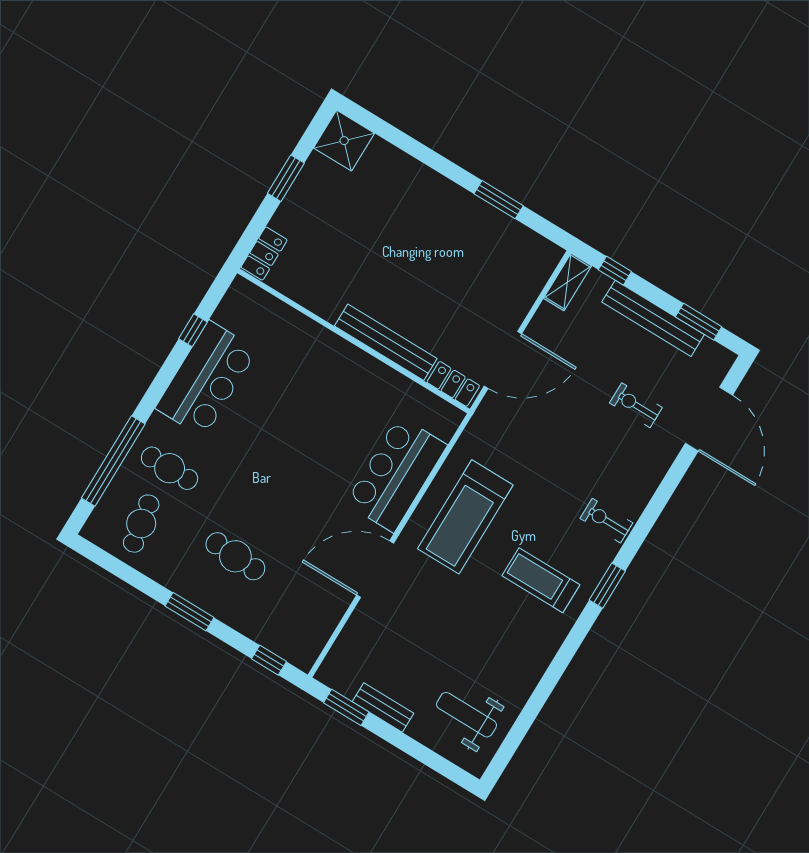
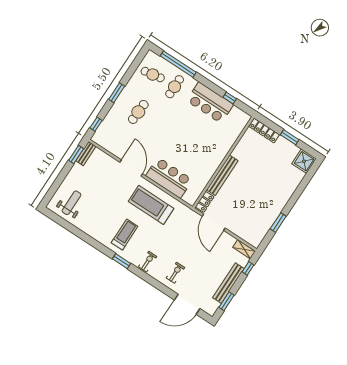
locker: (264, 254) -> (264, 131), width x1.53
exercise bike: (636, 405) -> (175, 273), moved
bench: (383, 708) -> (86, 154), moved

